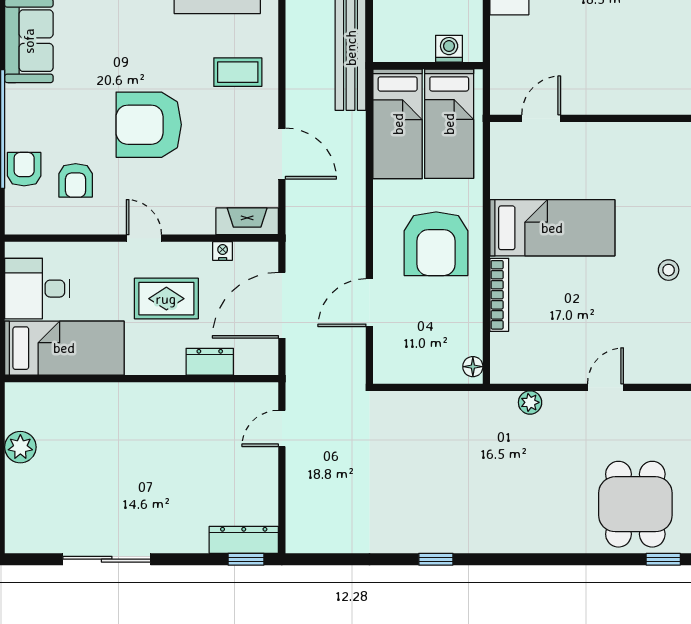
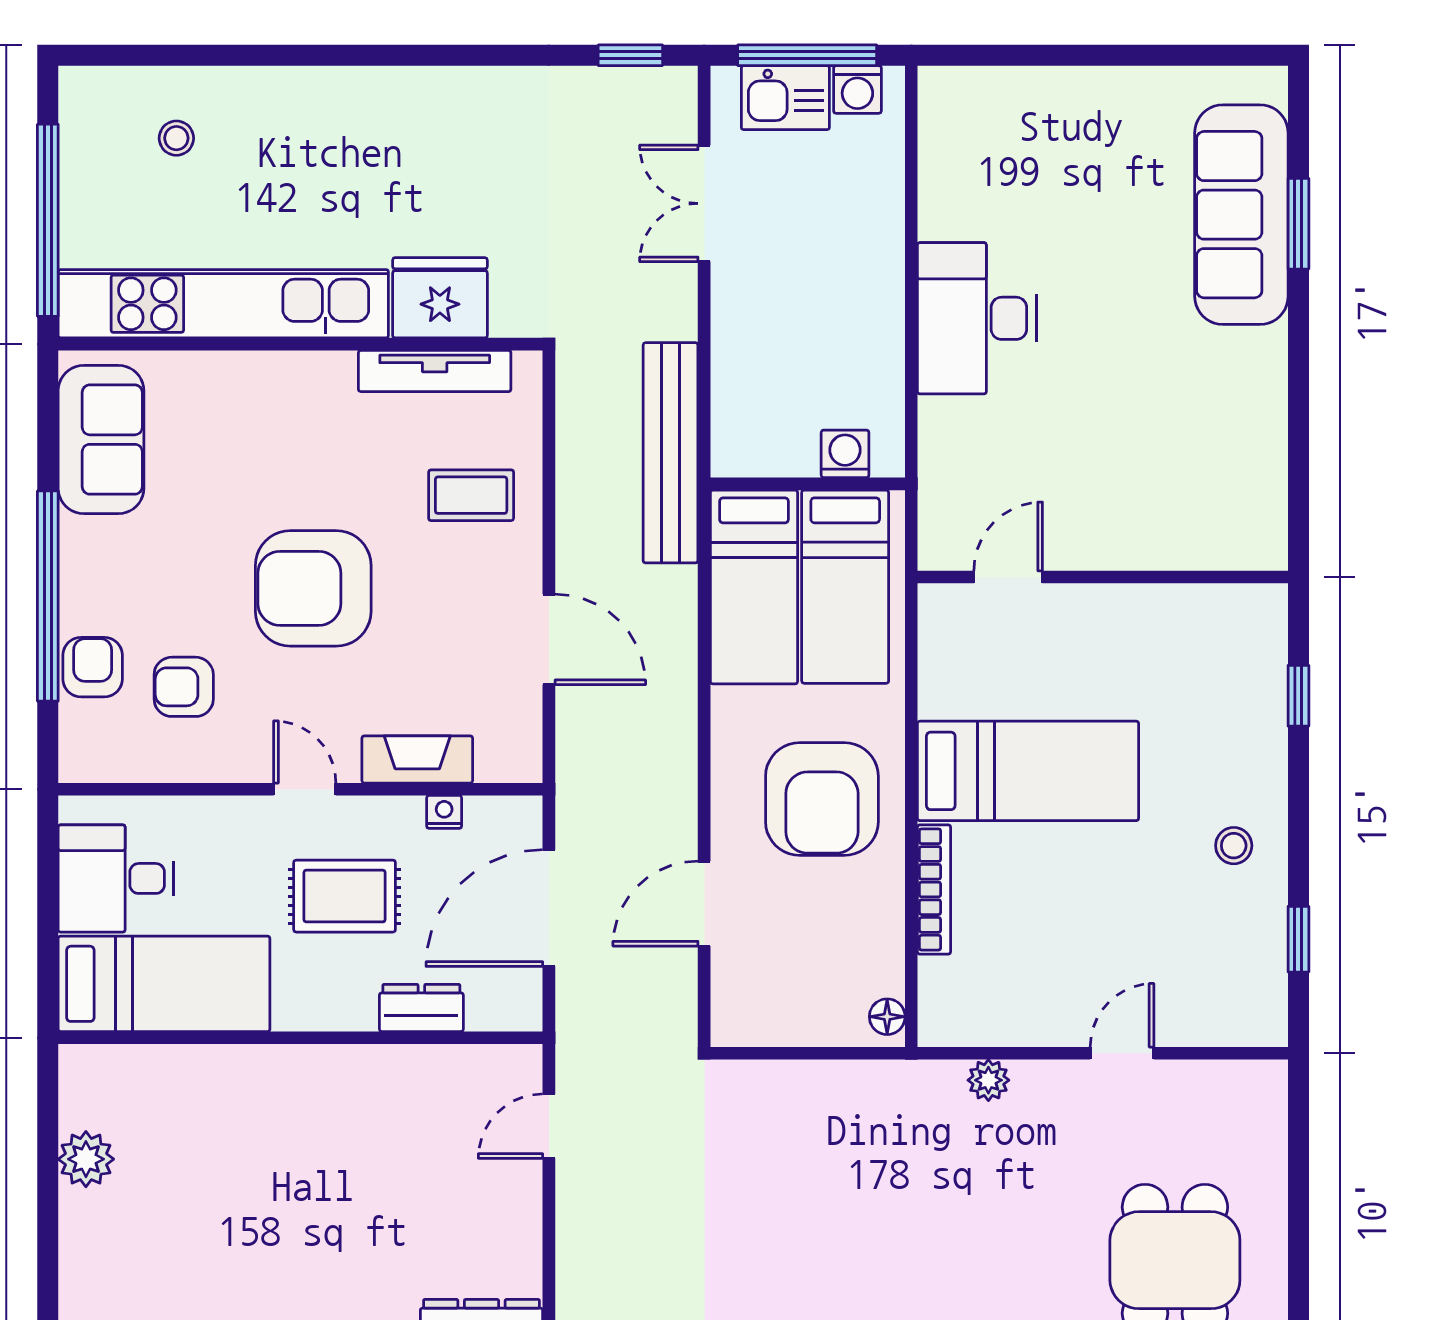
armchair: (76, 180) -> (184, 687), turned 90
fireplace: (247, 221) -> (417, 759), moved

